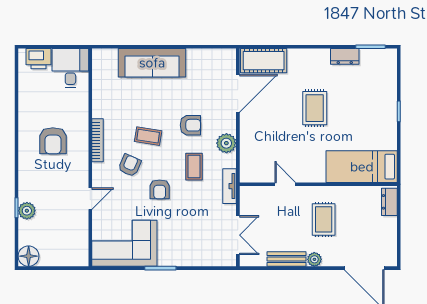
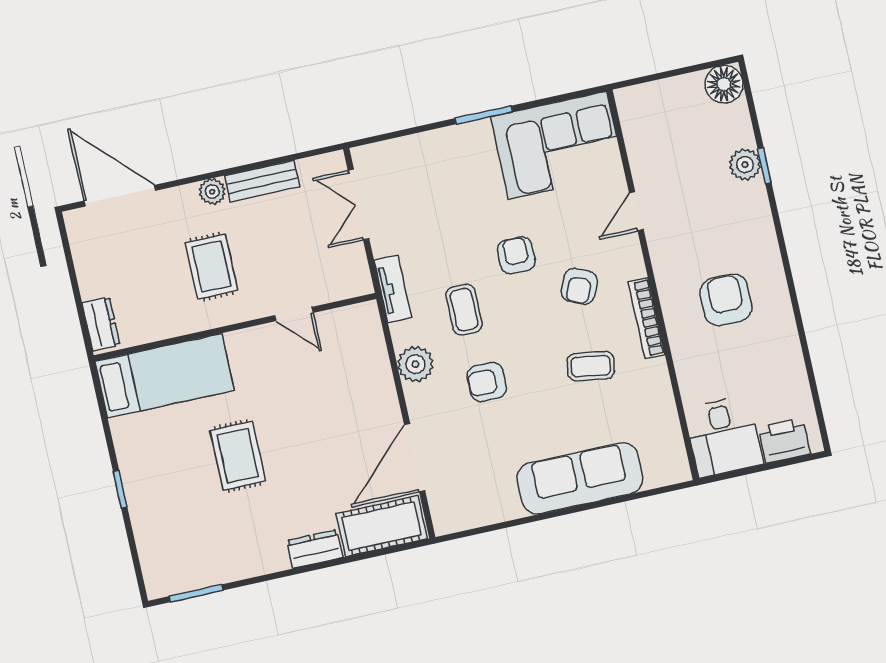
dresser: (345, 56) -> (315, 549), moved
rug: (315, 108) -> (238, 456), moved
coffee table: (148, 136) -> (591, 366), moved

